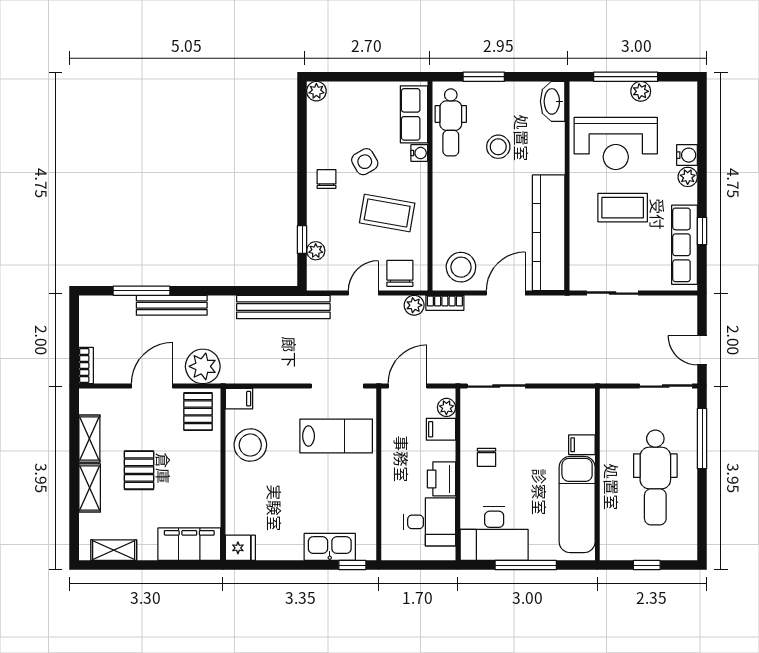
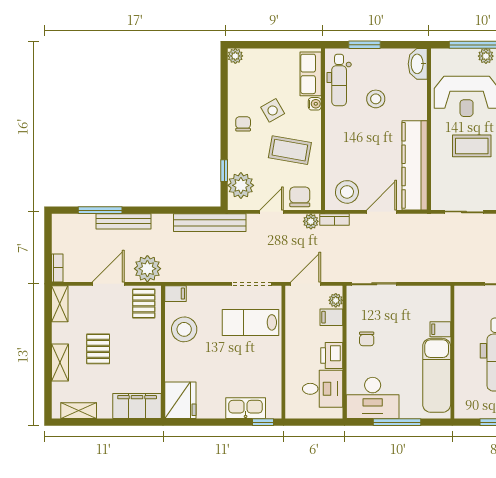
plant: (316, 251) -> (241, 185), width x1.88, depth x1.88
lab bench: (336, 436) -> (250, 322), turned 180
shelving: (89, 439) -> (60, 304), moved
fridge: (240, 548) -> (180, 400), width x1.88, depth x1.34

